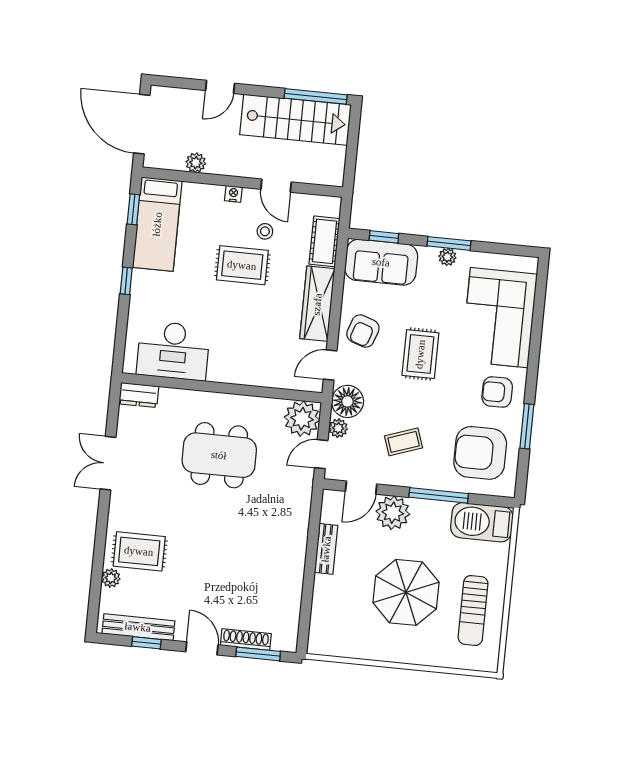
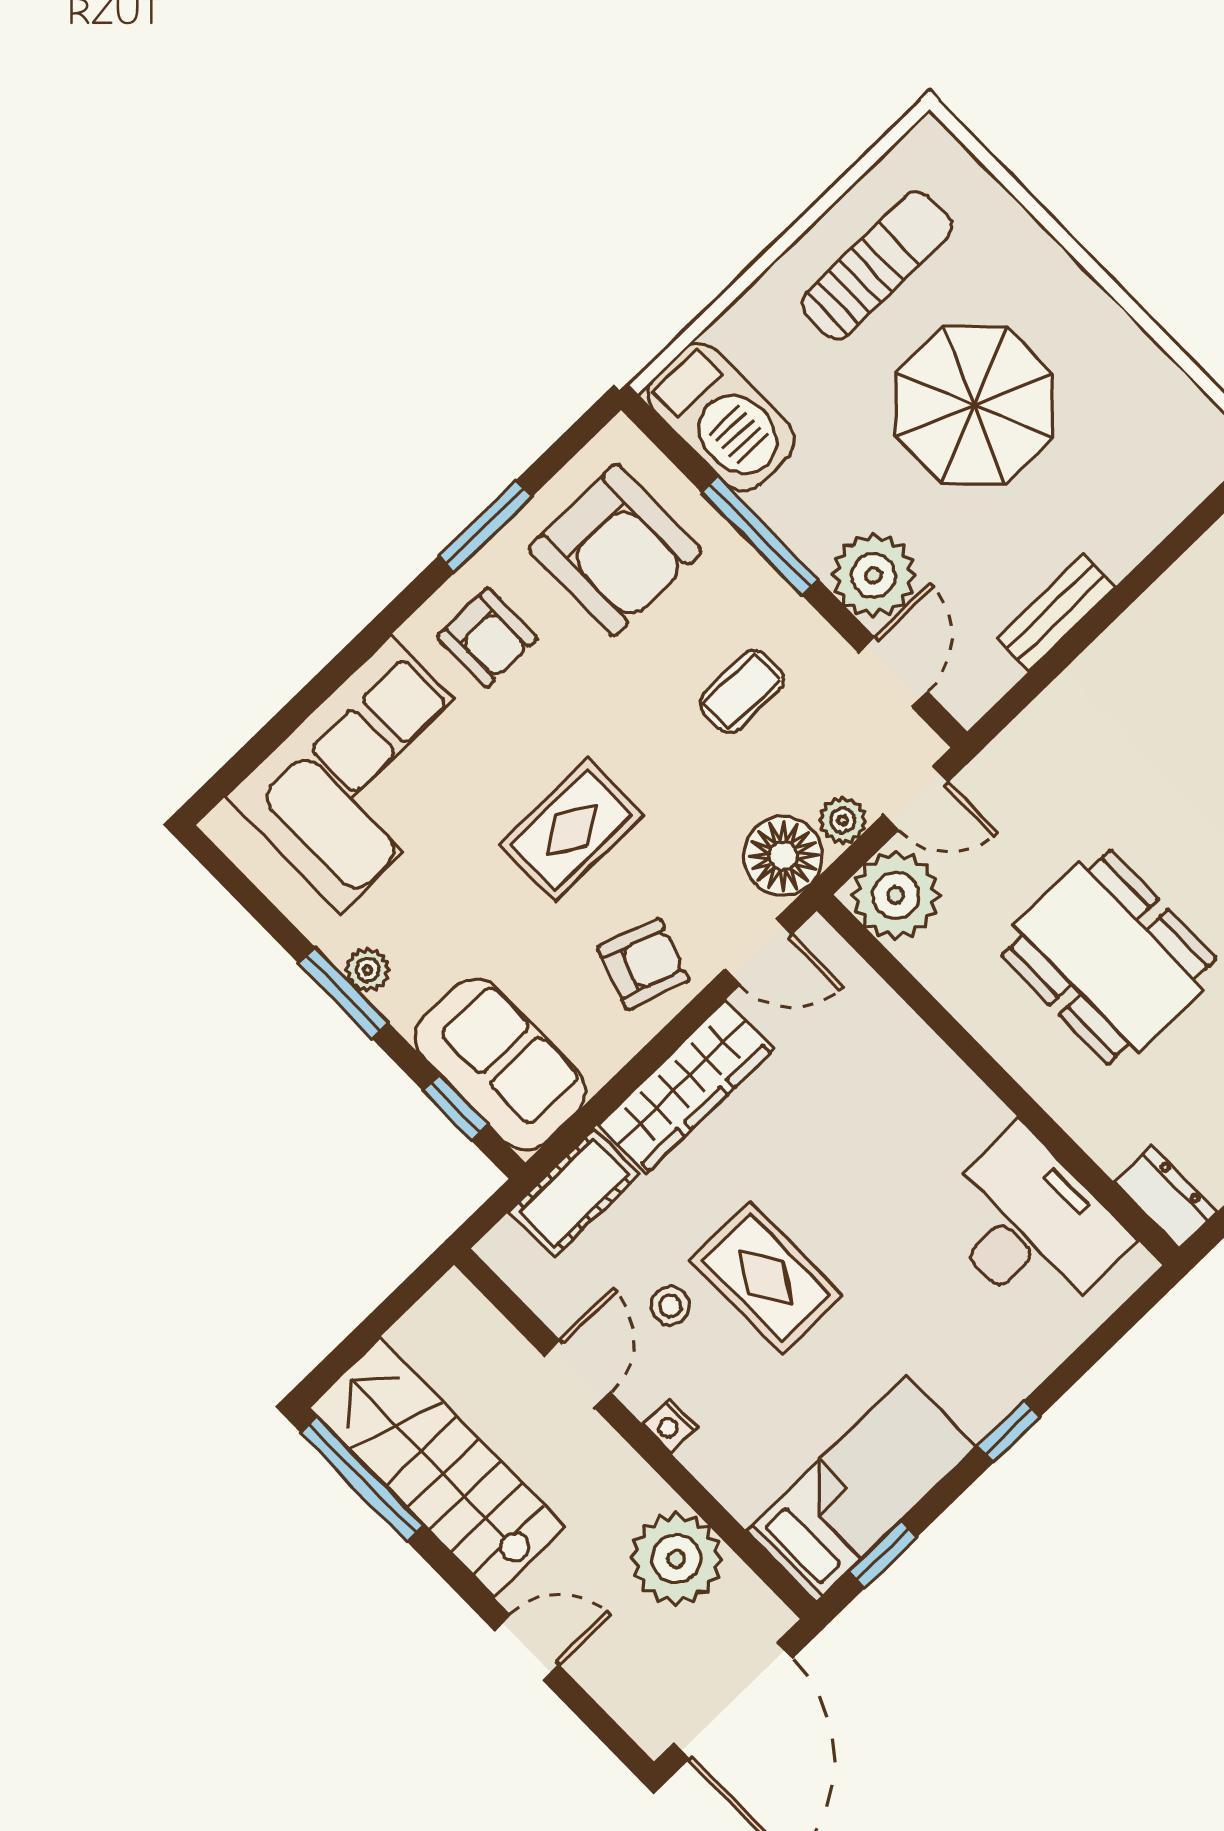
plant: (196, 163) -> (676, 1559), width x1.88, depth x1.88
coffee table: (404, 442) -> (742, 691), turned -71
door: (361, 488) -> (893, 672), hinge flipped

